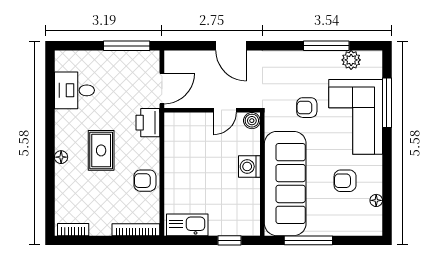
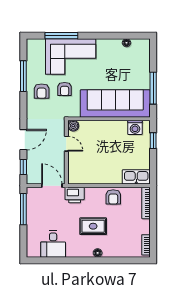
window: (190, 46) -> (23, 167), added
plant: (351, 60) -> (33, 60), removed
washing machine: (249, 166) -> (135, 127), moved
armchair: (345, 181) -> (42, 91), moved
kitchen sink: (187, 225) -> (136, 177), moved, turned 90

